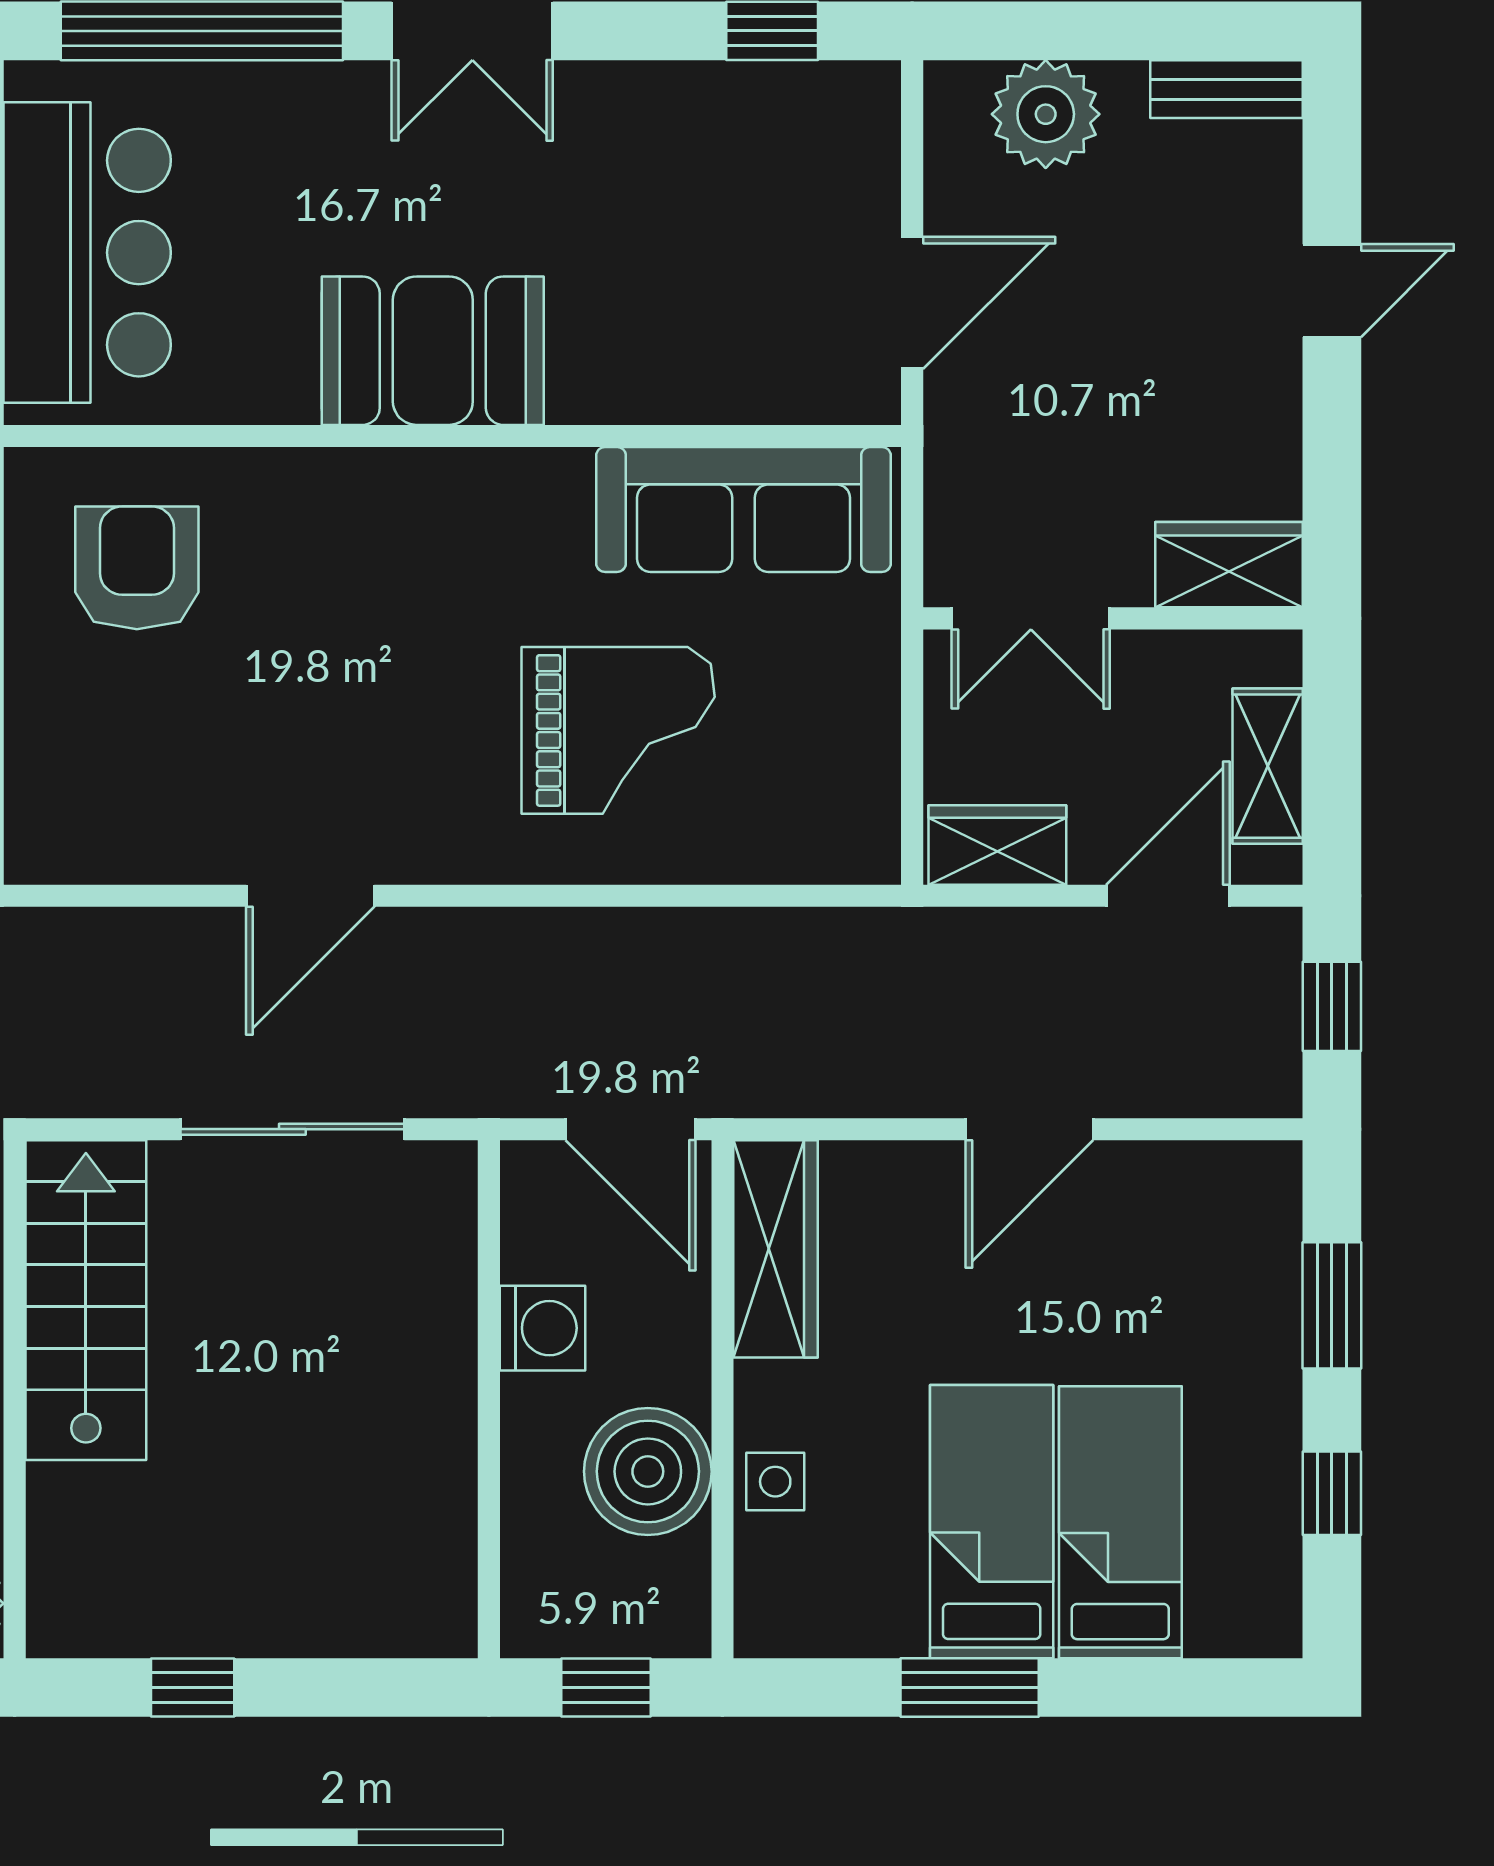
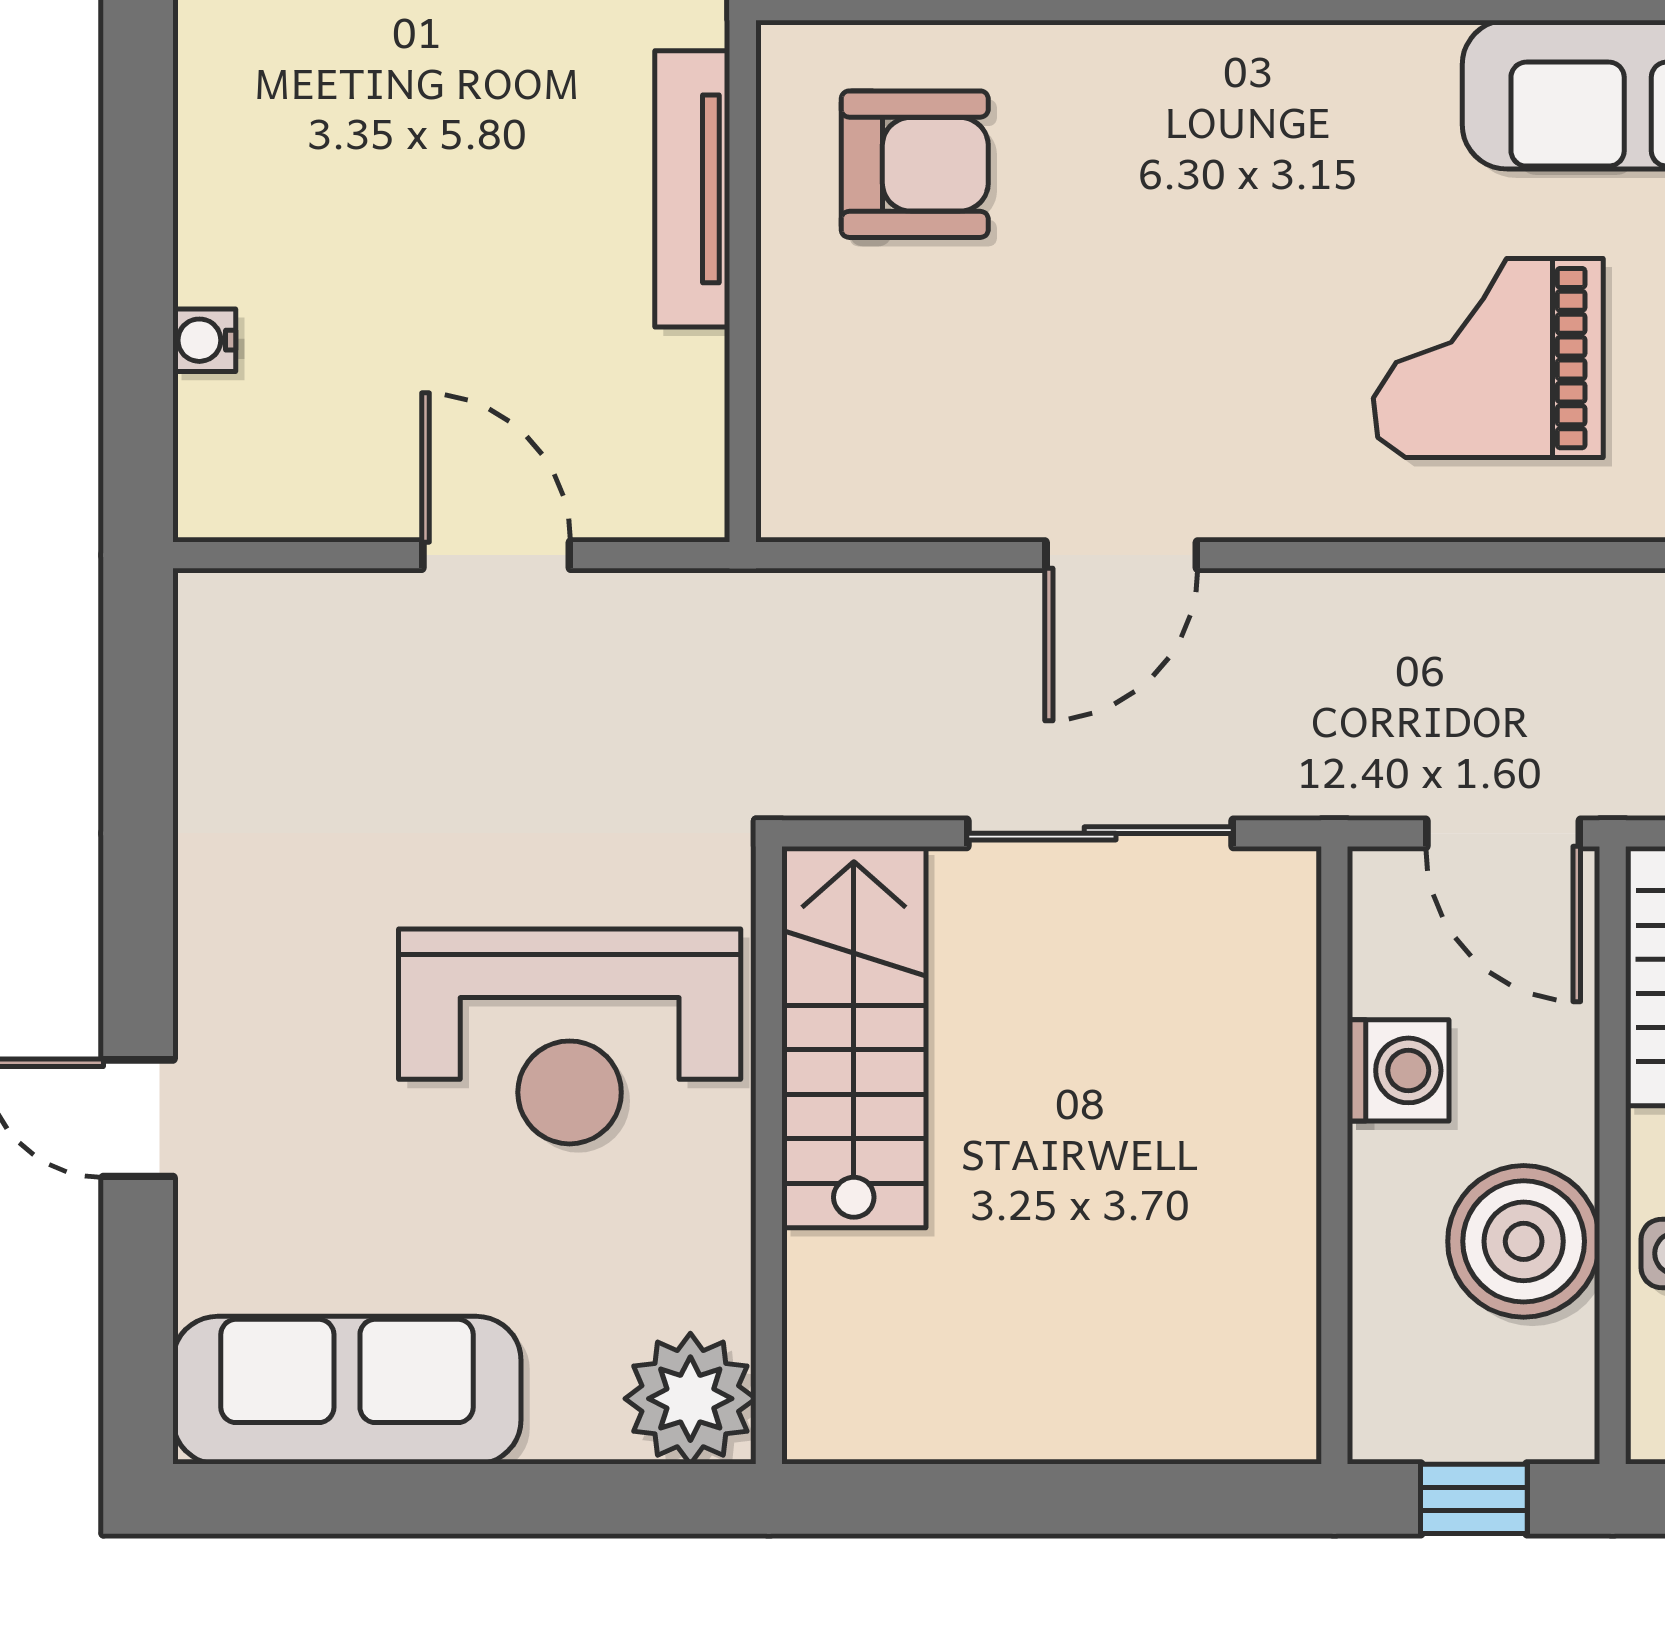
armchair: (137, 568) -> (915, 164), turned 90
grand piano: (618, 730) -> (1488, 358), turned 180
window: (193, 1688) -> (981, 1499), removed

